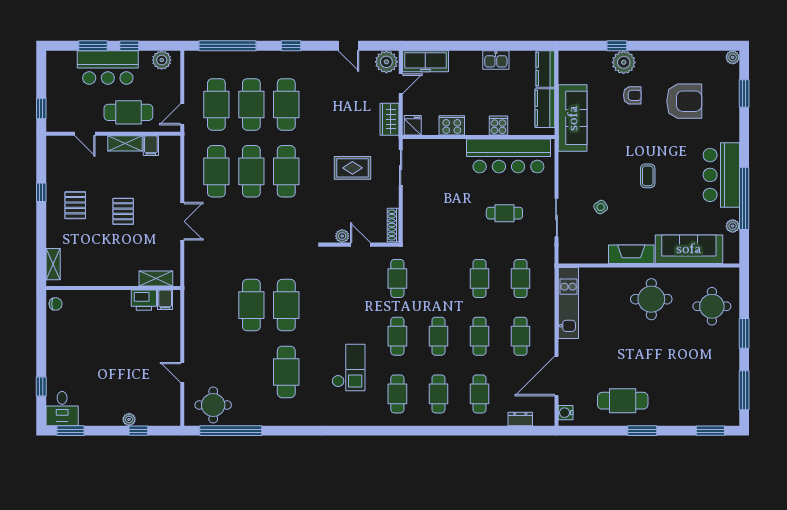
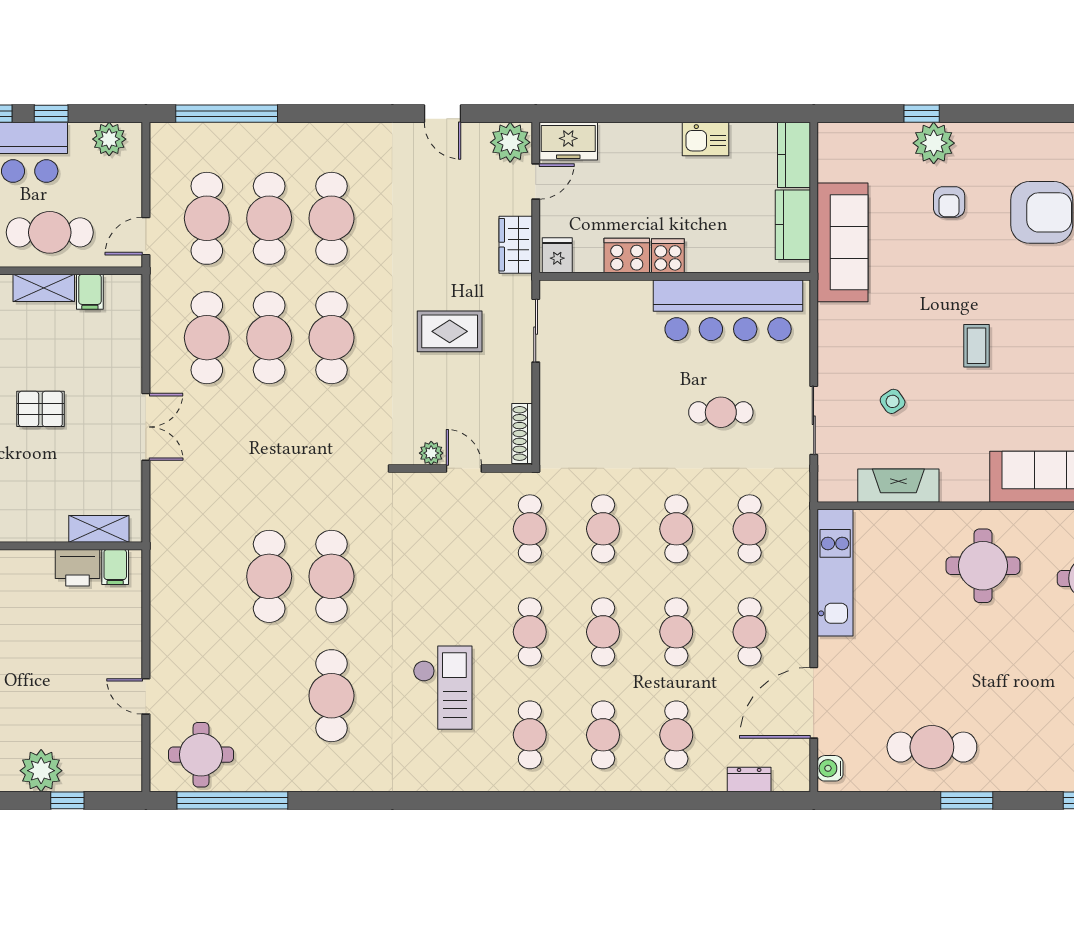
window: (291, 46) -> (340, 114), removed
freezer: (425, 61) -> (568, 141), width x0.71
armchair: (632, 95) -> (949, 202), turned 90
cooker: (498, 126) -> (668, 256), moved
pallet: (123, 211) -> (40, 409), turned 90
fireplace: (631, 254) -> (898, 486), moved
cafe table: (438, 278) -> (603, 529), added
plant: (129, 419) -> (41, 771), width x1.88, depth x1.88

